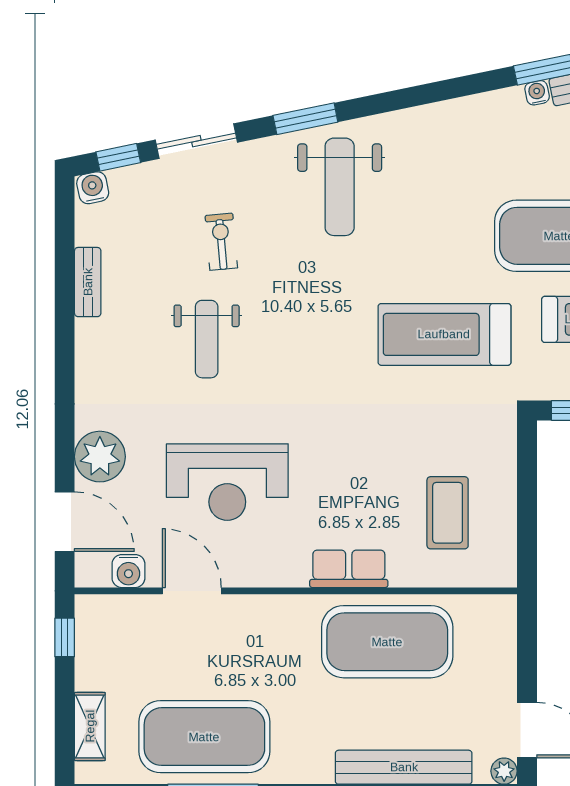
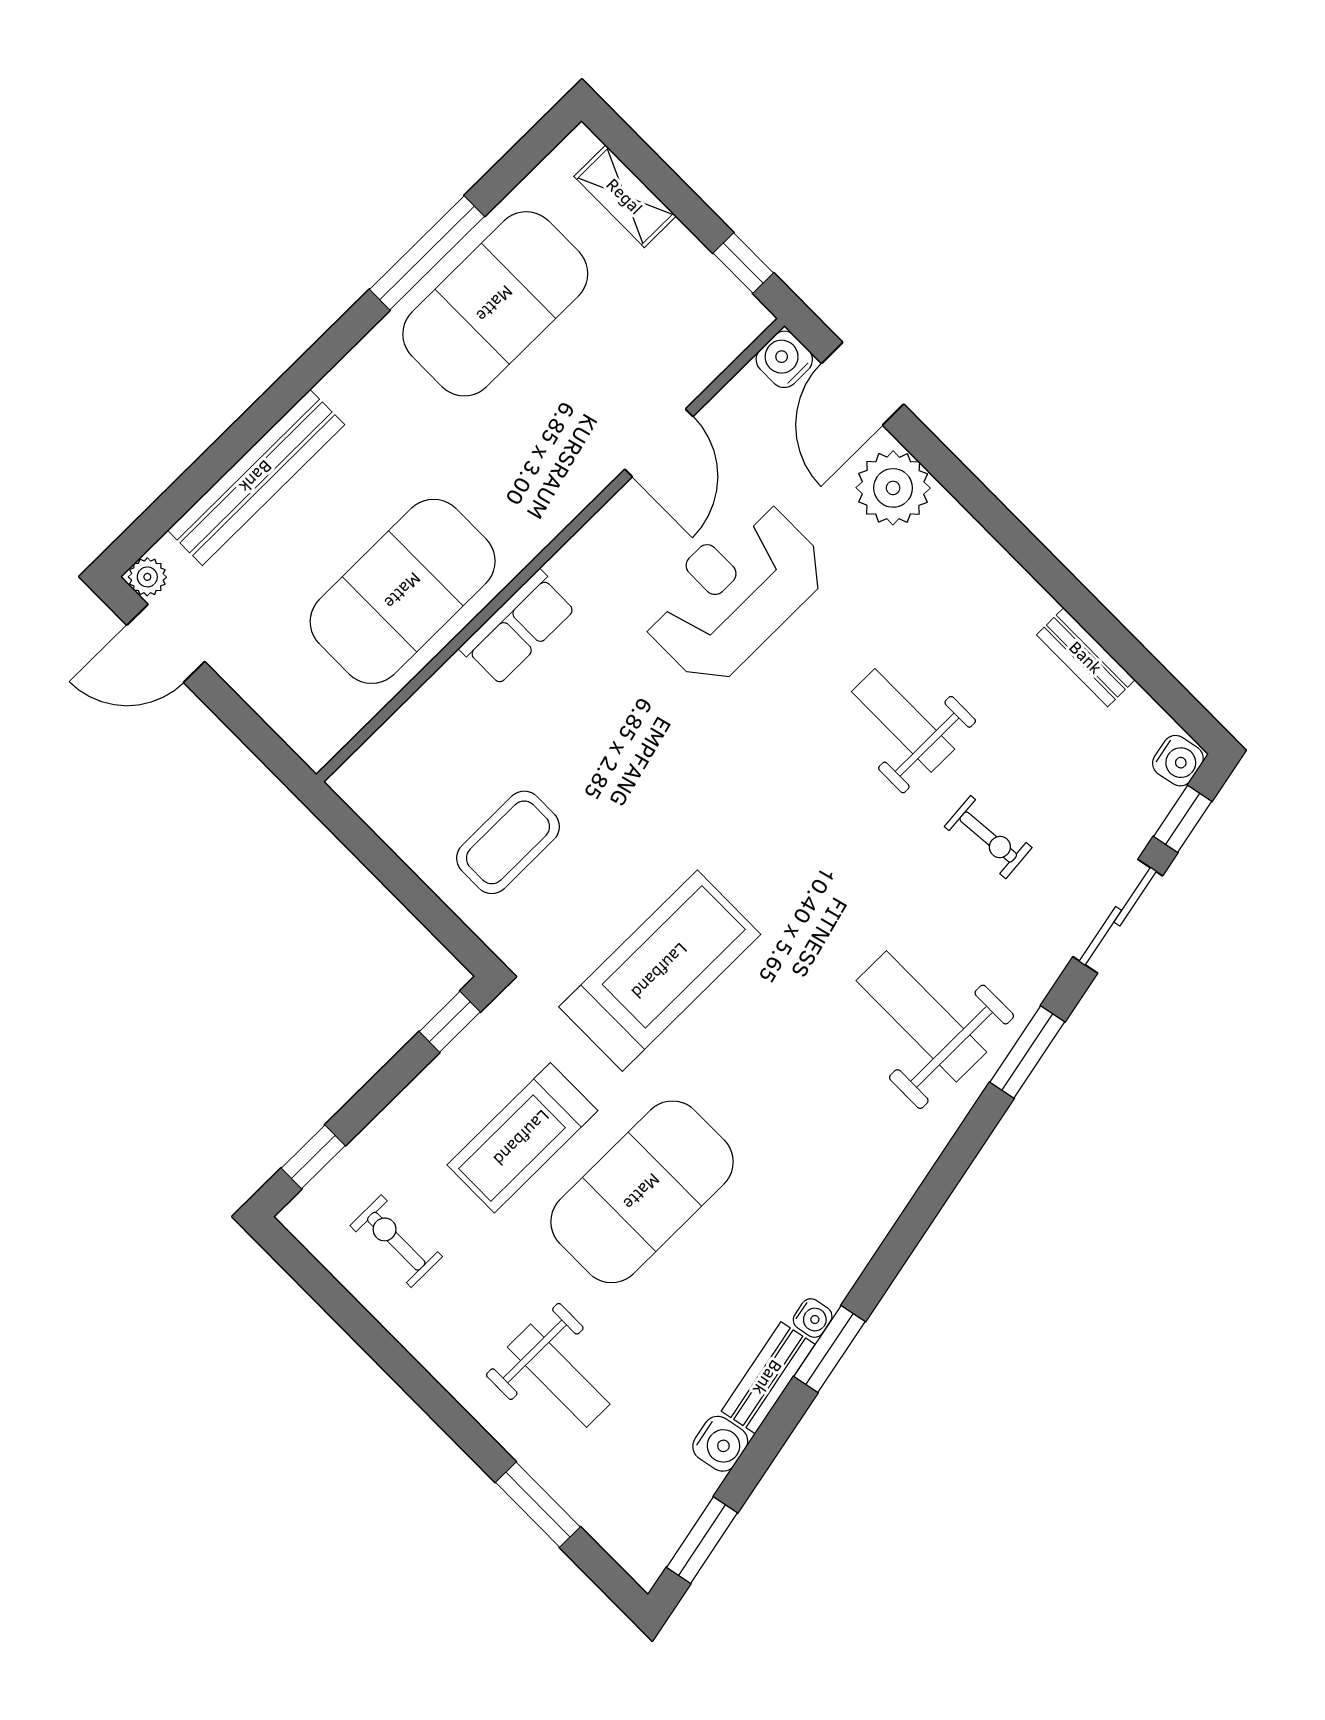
coffee table: (448, 513) -> (508, 842), moved, turned 90
door: (65, 522) -> (863, 384), hinge flipped
water cooler: (128, 571) -> (784, 359), moved
door: (192, 591) -> (659, 443), hinge flipped

